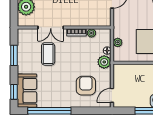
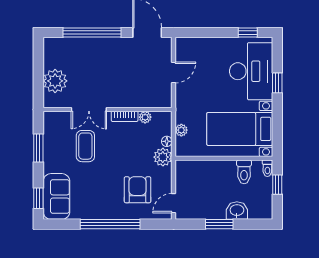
window: (49, 111) -> (110, 224), moved

